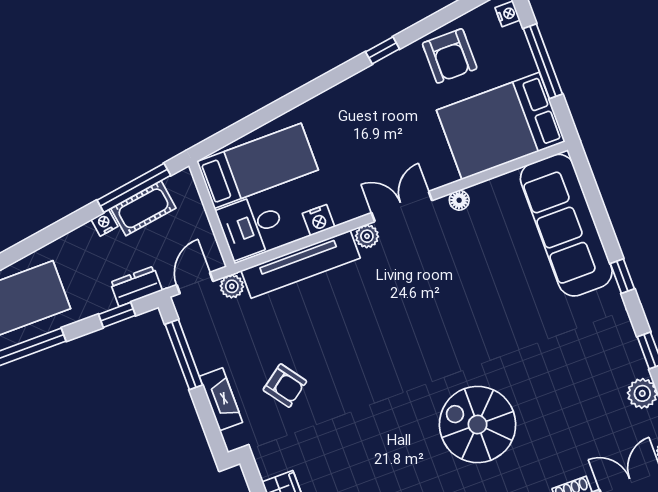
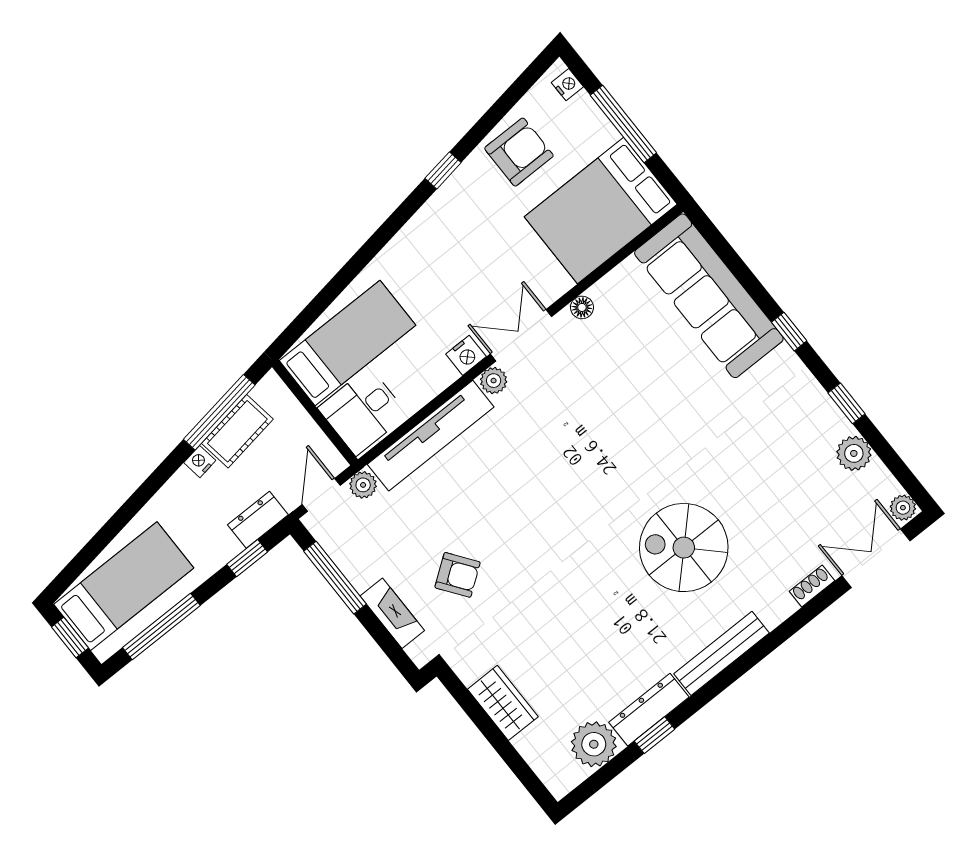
armchair: (450, 56) -> (519, 152), turned -90
nightstand: (319, 220) -> (466, 355), moved

